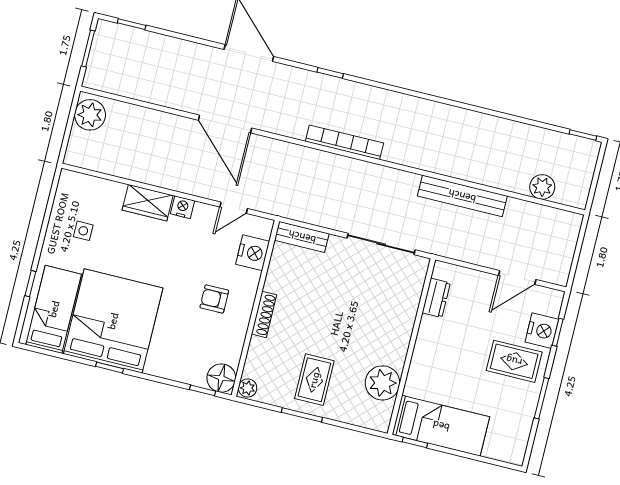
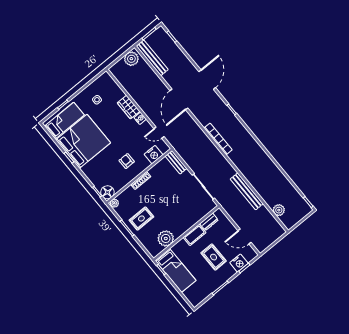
bench: (125, 86) -> (152, 58), added
cot: (428, 339) -> (195, 235), added
rug: (514, 361) -> (214, 257), moved

